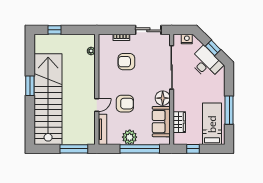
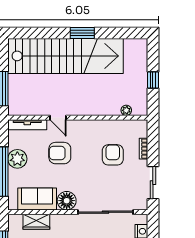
window: (55, 30) -> (153, 80), moved
armchair: (125, 104) -> (60, 153), turned 90

